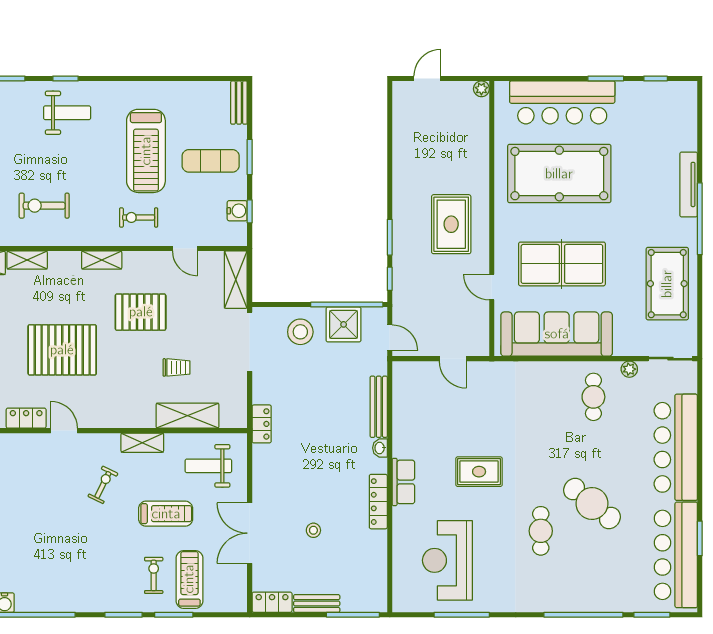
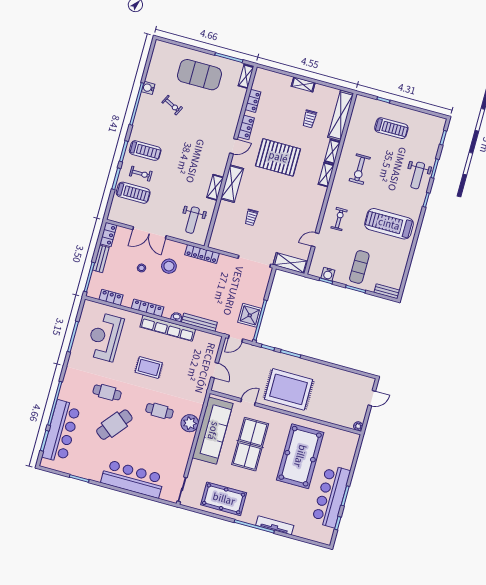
door: (427, 79) -> (372, 398), hinge flipped
bar counter: (562, 102) -> (331, 496), moved
weight bench: (67, 113) -> (418, 175), moved
treadmill: (146, 151) -> (389, 224), moved
exercise bike: (44, 206) -> (360, 169), turned 180
rug: (451, 224) -> (289, 389), width x1.37, depth x1.44
shelving: (102, 260) -> (326, 175), moved
pallet: (141, 312) -> (287, 206), removed
stool: (300, 332) -> (169, 266), moved
pallet: (62, 350) -> (278, 157), turned 90
door: (453, 359) -> (215, 370), swing flipped
plant: (629, 369) -> (190, 423), moved, width x1.88, depth x1.88
cafe table: (593, 397) -> (159, 411), moved
shelving: (187, 416) -> (232, 184), moved
locker: (262, 424) -> (202, 254), width x1.53
weight bench: (208, 466) -> (193, 220), turned 180
rug: (479, 472) -> (149, 368), turned 90
row of seats: (403, 482) -> (168, 328), width x2.02
exercise bike: (103, 485) -> (172, 105), moved
treadmill: (166, 514) -> (145, 151), moved, turned -90
double door: (250, 533) -> (149, 233), swing flipped
bar counter: (676, 555) -> (61, 431), moved, turned 90
reception desk: (447, 560) -> (105, 337), turned -90
locker: (377, 568) -> (111, 297), added

